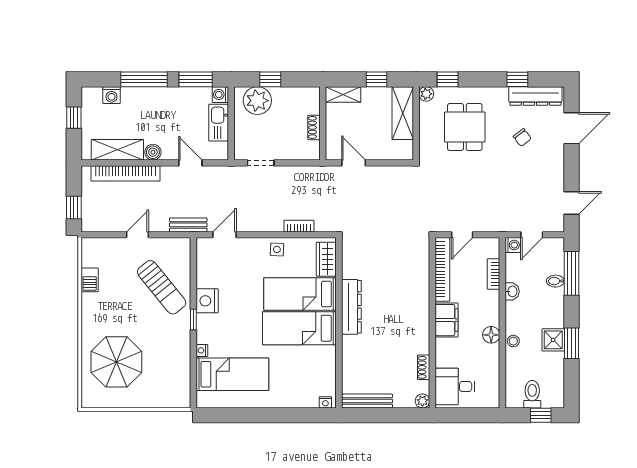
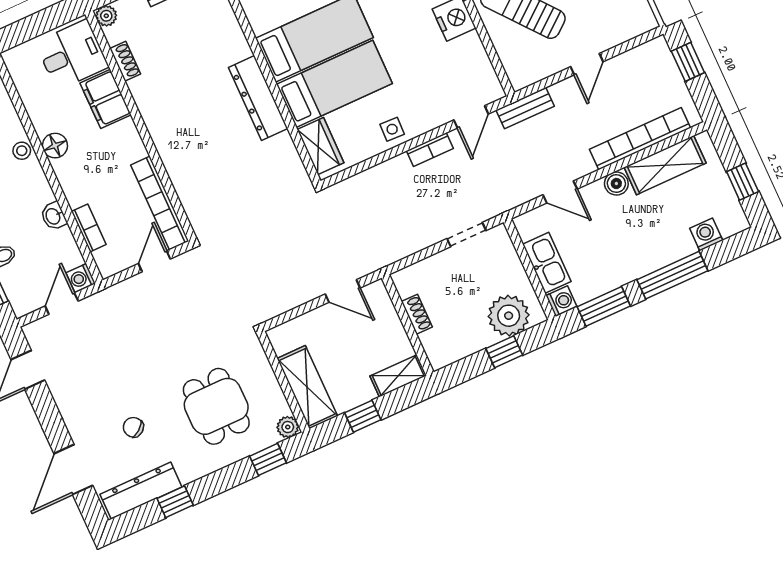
bookcase: (299, 226) -> (430, 150), moved
filing cabinet: (446, 320) -> (106, 99), moved

